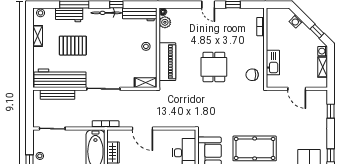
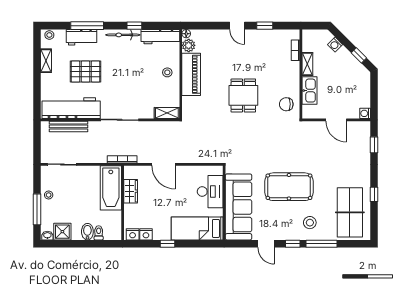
washing machine: (323, 51) -> (365, 113), moved
piano: (167, 62) -> (191, 74), moved
shelving: (323, 67) -> (307, 64), moved

